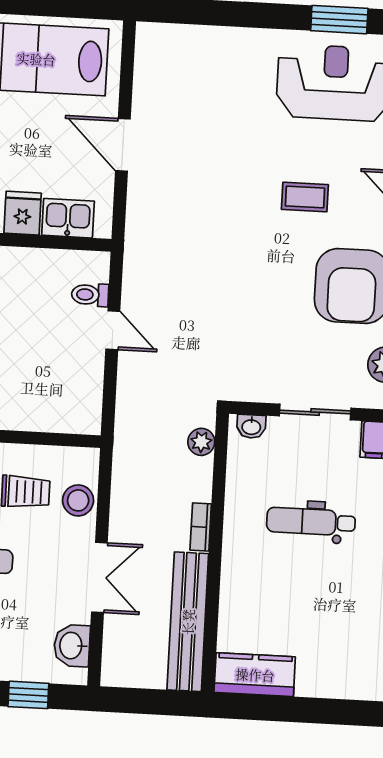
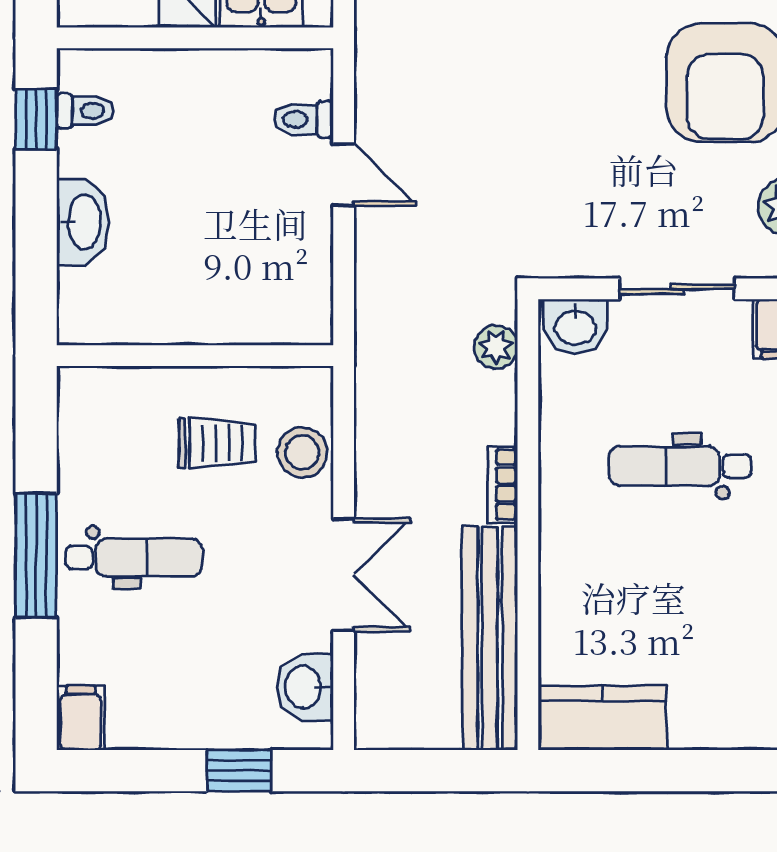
washbasin: (251, 426) -> (575, 326), width x1.38, depth x1.45

